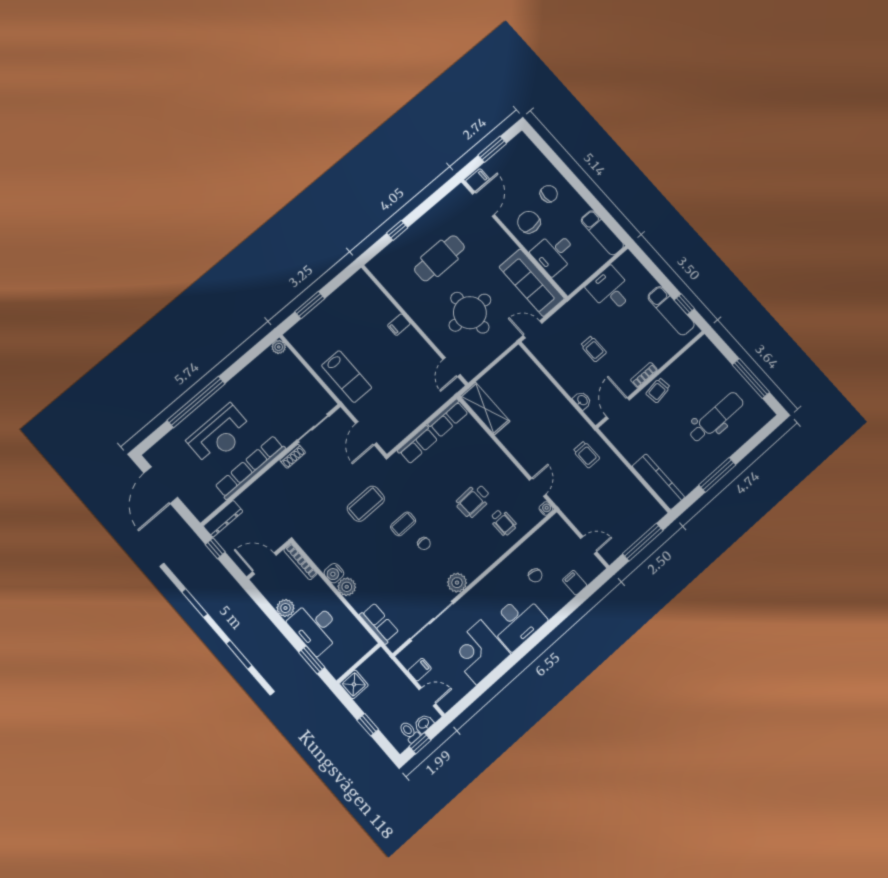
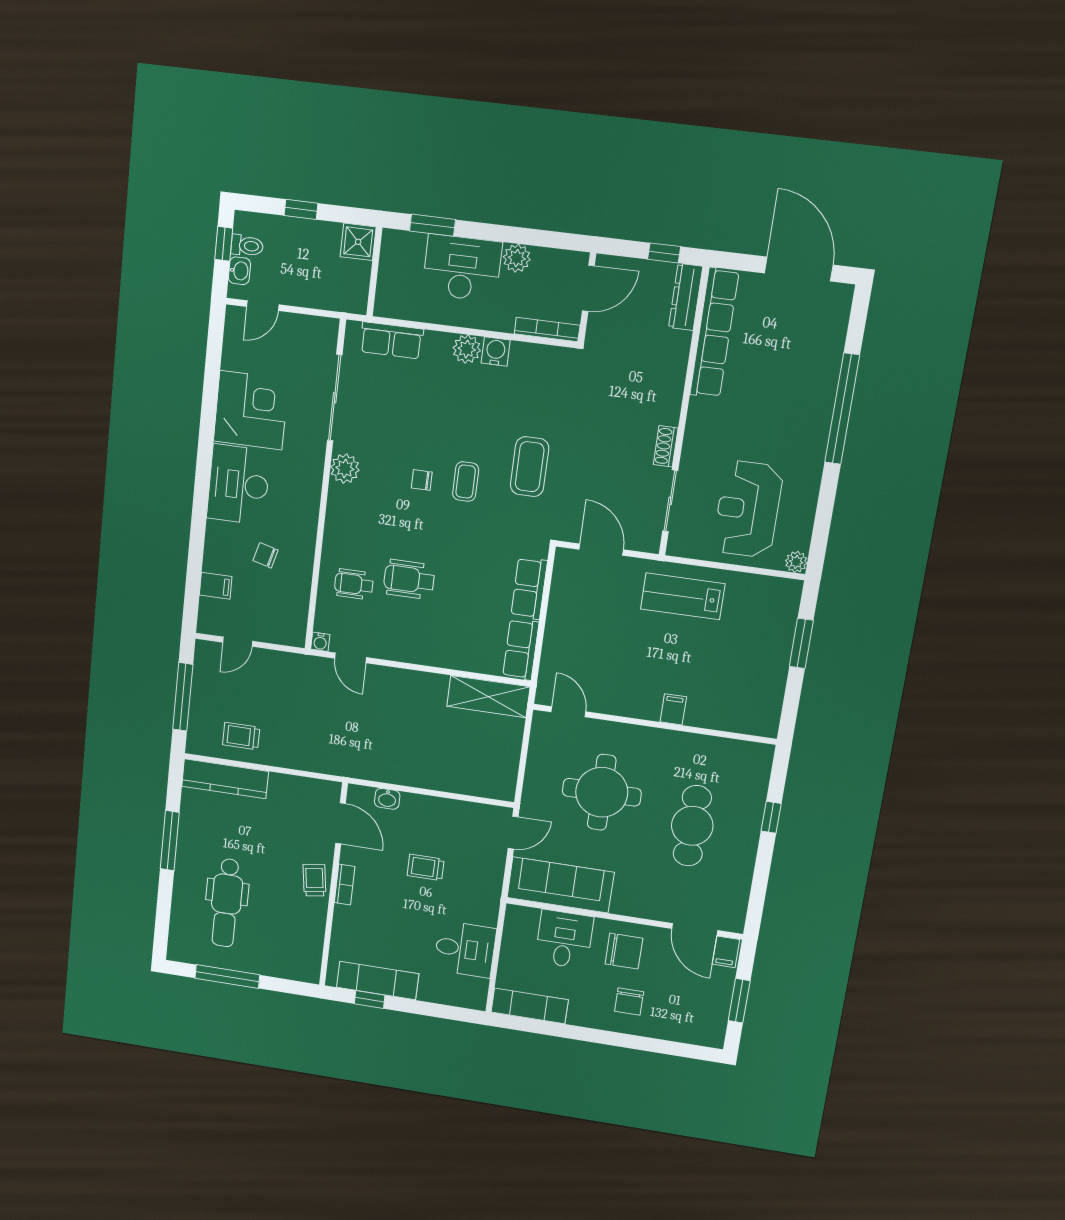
reception desk: (220, 435) -> (748, 509), moved
trolley: (586, 454) -> (241, 736), moved
row of seats: (250, 467) -> (714, 333), moved
wheelchair: (473, 501) -> (409, 579), turned -88
filing cabinet: (420, 670) -> (299, 329), removed

